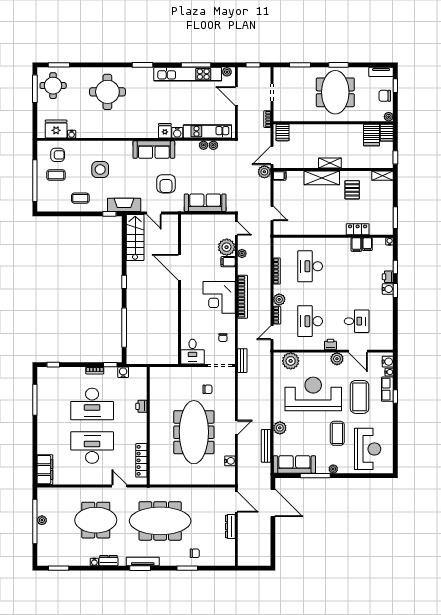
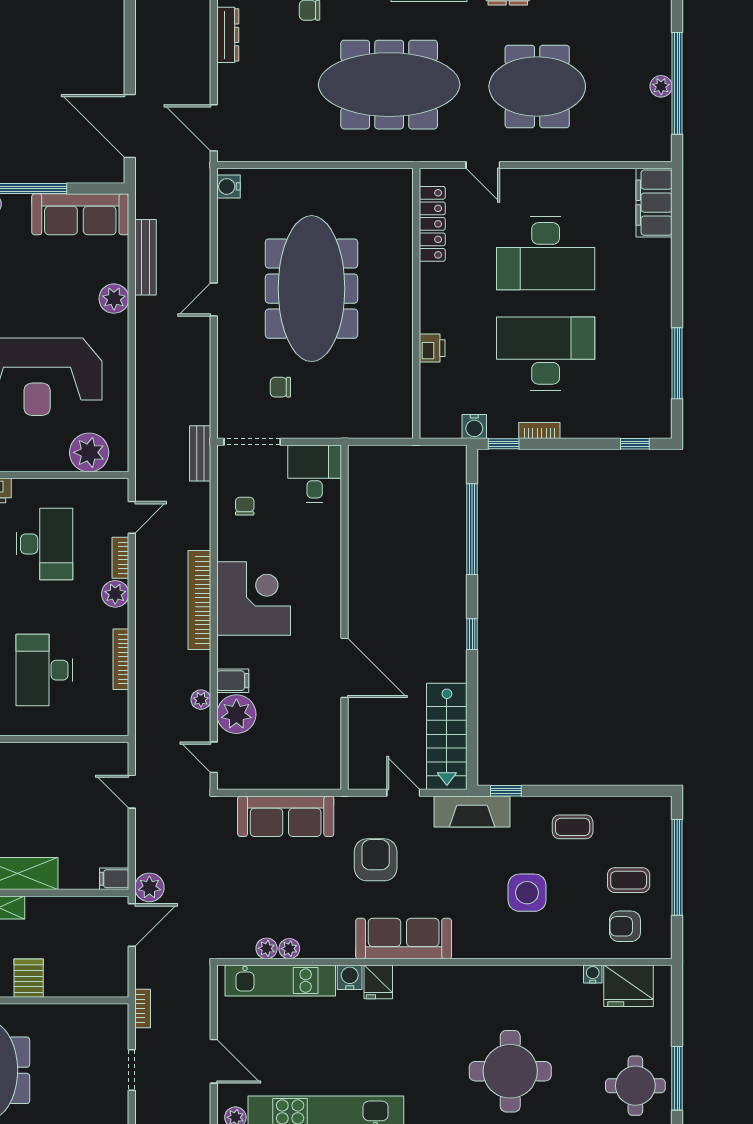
server rack: (283, 132) -> (29, 978), moved
desk: (310, 266) -> (44, 670), turned 180
water cooler: (230, 461) -> (229, 186), moved
dresser: (230, 527) -> (228, 35), moved

